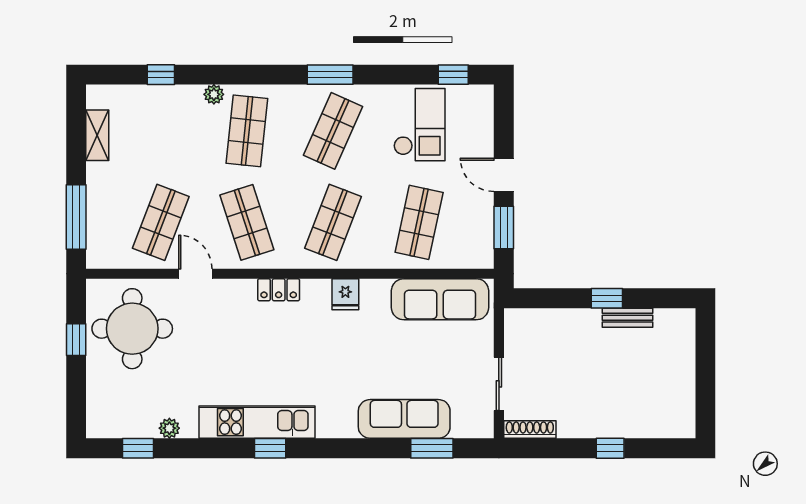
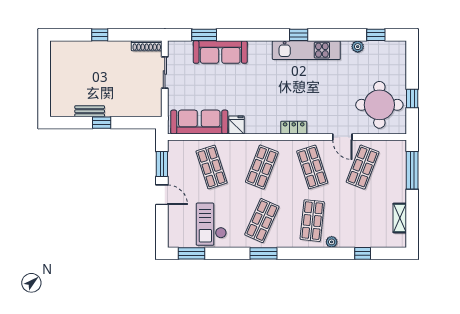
window: (453, 75) -> (192, 253), width x1.50
shop shelf: (419, 222) -> (212, 167), turned -30
fridge: (345, 294) -> (237, 125), moved

